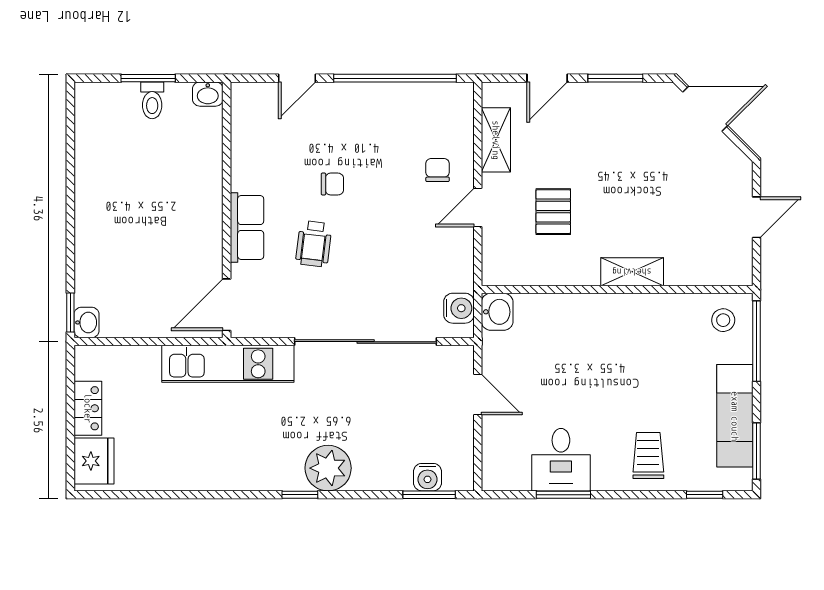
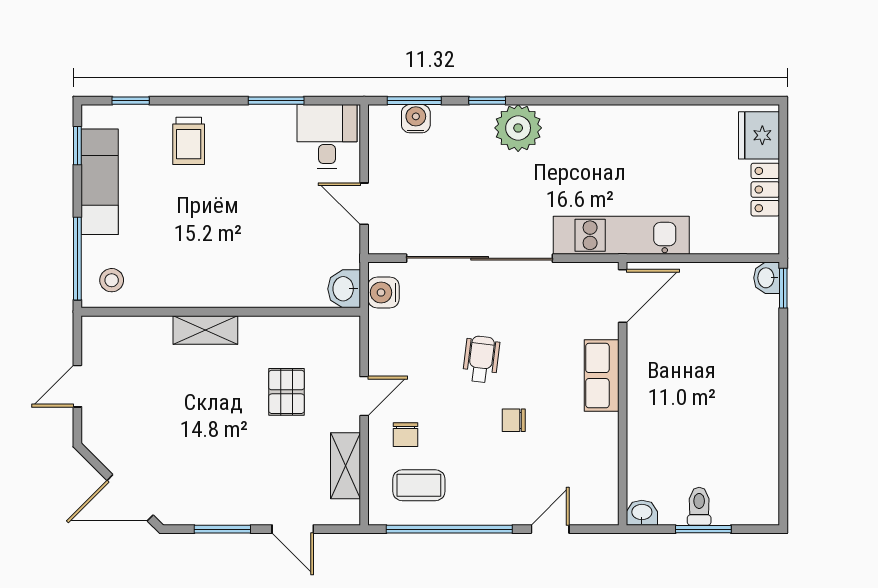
door: (547, 78) -> (293, 529), swing flipped
coffee table: (425, 121) -> (419, 485), added
wheelchair: (314, 244) -> (481, 359), moved
window: (756, 451) -> (77, 146), width x0.67
desk: (561, 460) -> (327, 137), moved
window: (300, 495) -> (487, 101), moved

